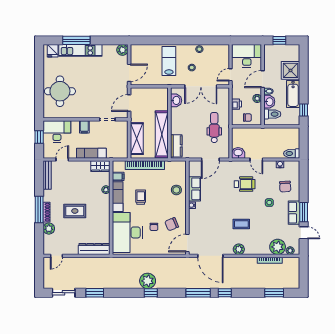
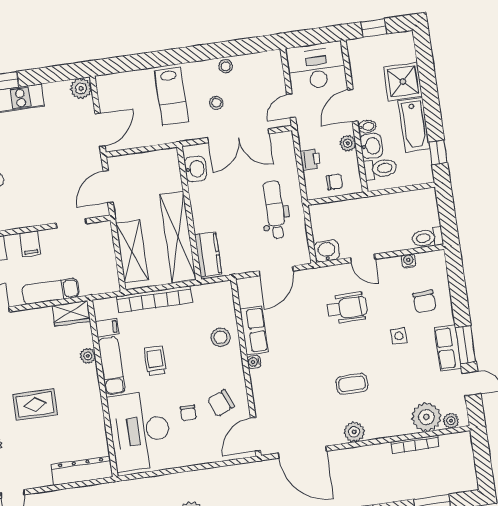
lab bench: (169, 61) -> (171, 97), turned 180

